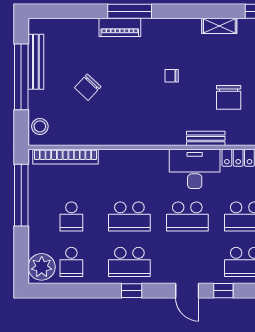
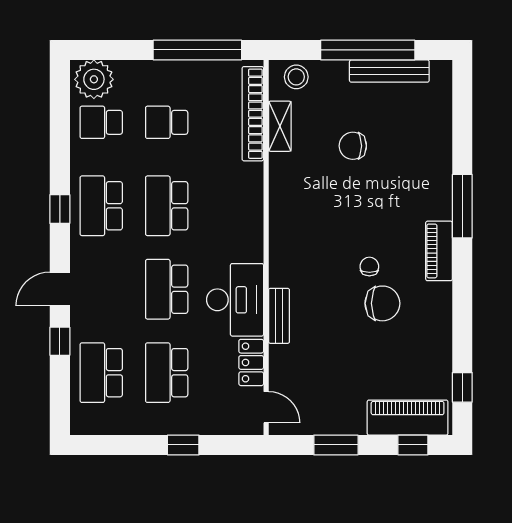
shelving: (219, 26) -> (280, 126), moved
piano: (120, 27) -> (439, 251), moved
chair: (88, 87) -> (353, 146), turned -43
chair: (229, 97) -> (382, 303), moved, turned 180

